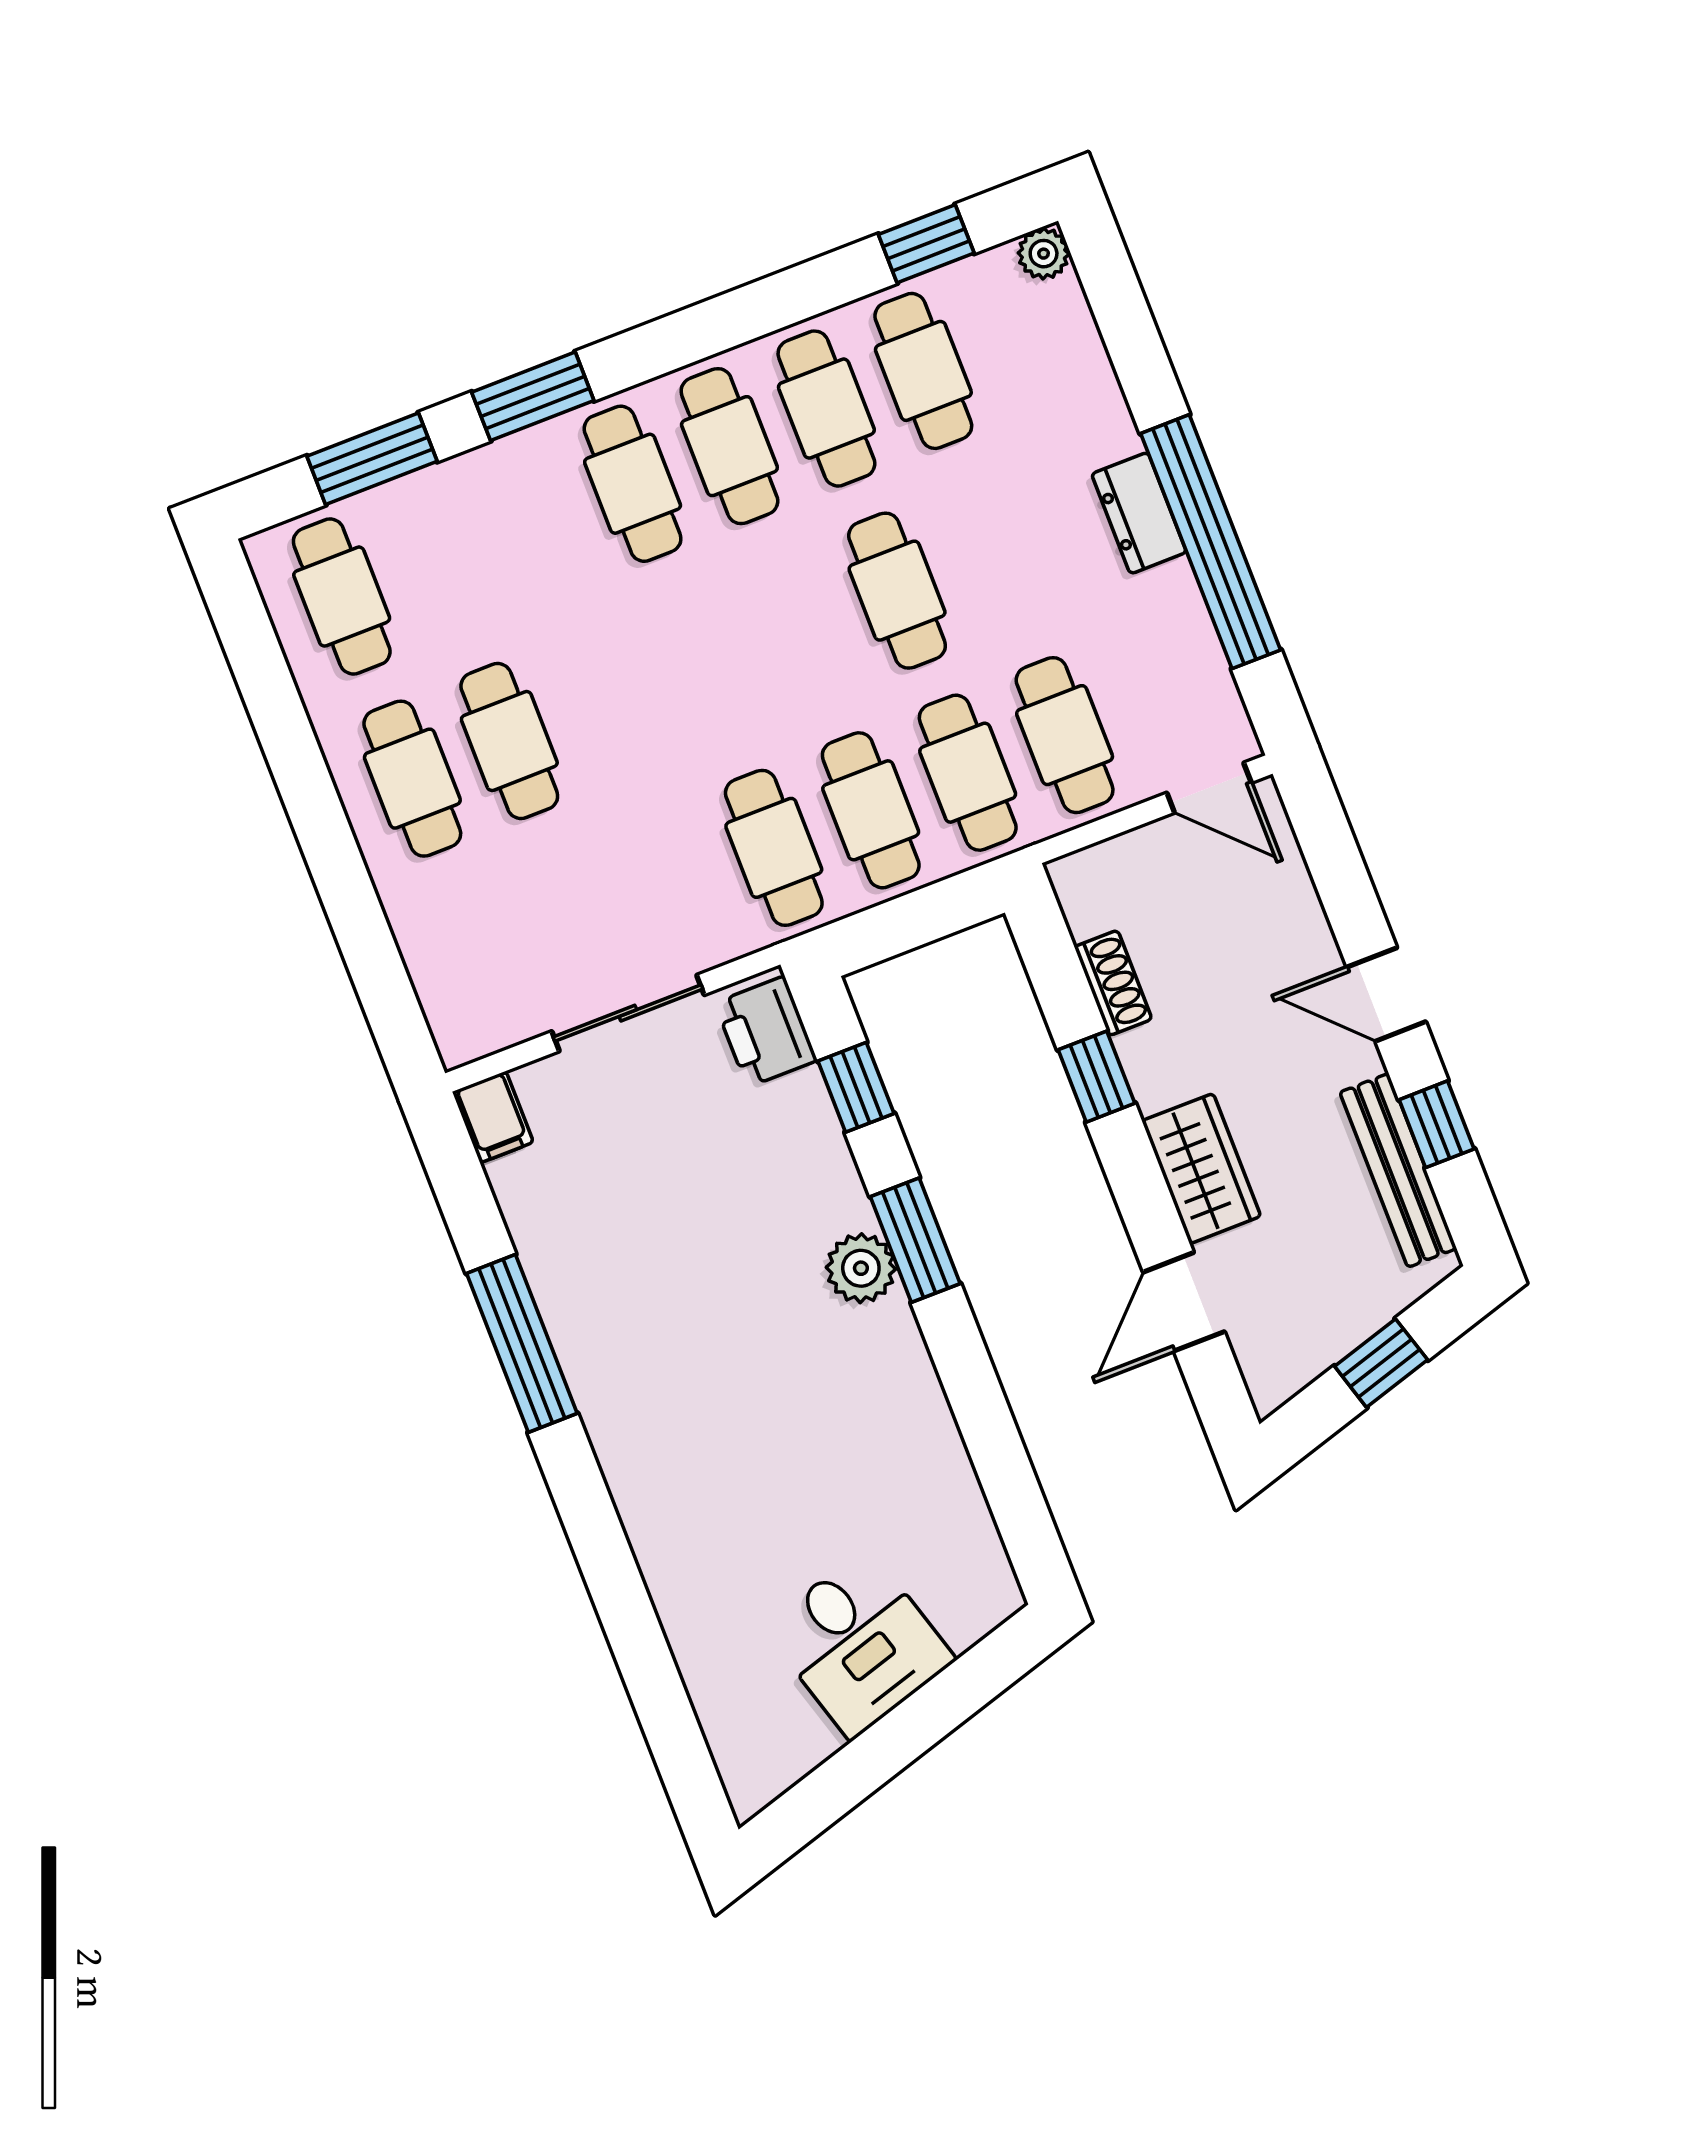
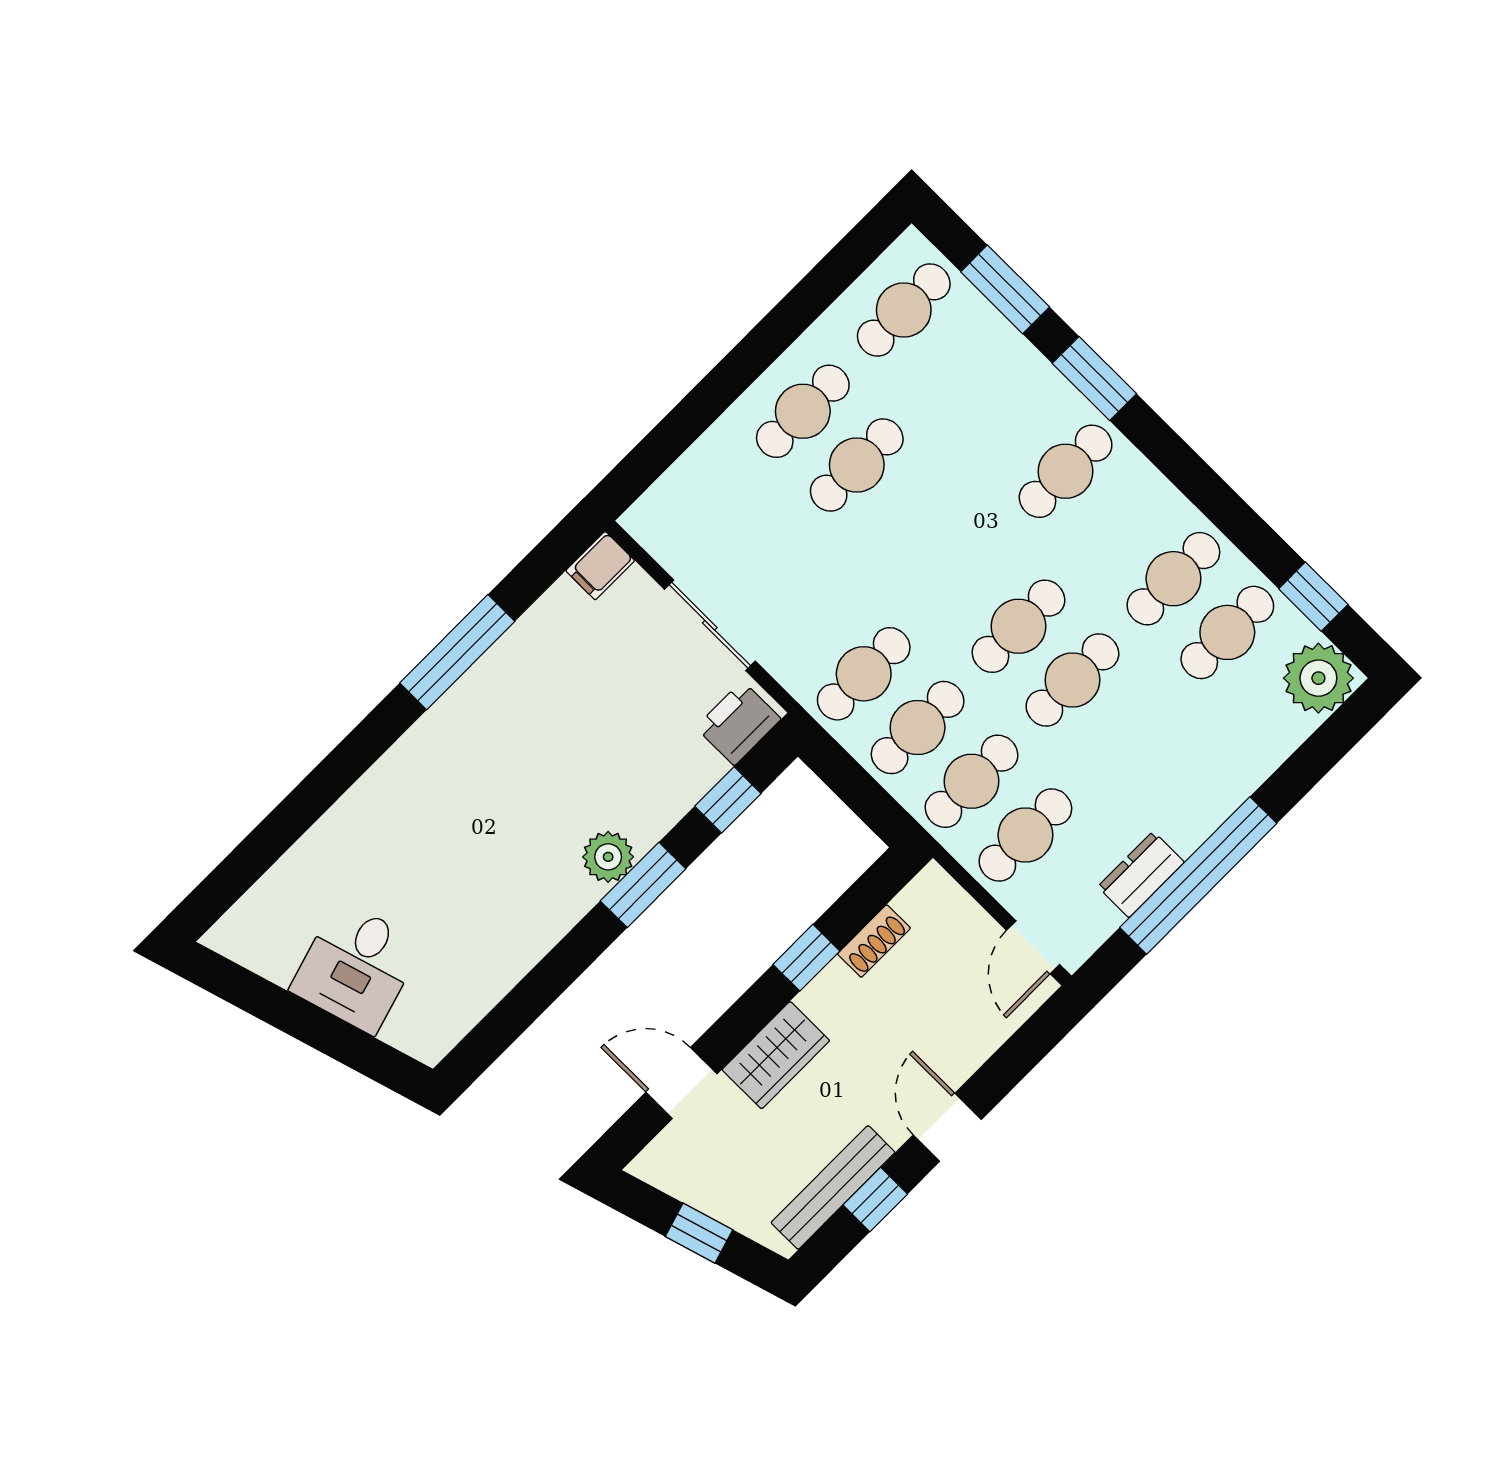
plant: (1044, 254) -> (1318, 678), width x1.88, depth x1.88
cafe table: (729, 446) -> (1019, 626), moved
dresser: (1139, 513) -> (1141, 874), moved

